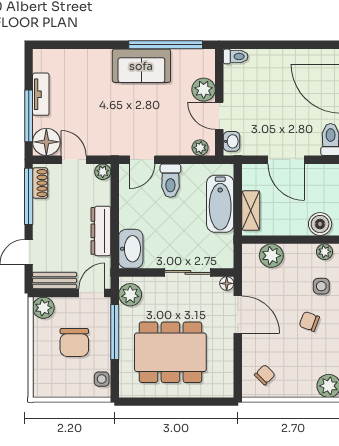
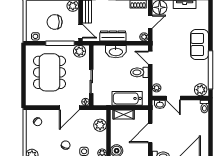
sofa: (141, 66) -> (200, 44), moved
plant: (204, 90) -> (201, 90), moved
door: (219, 116) -> (173, 98), swing flipped
washbasin: (131, 249) -> (116, 52), moved

